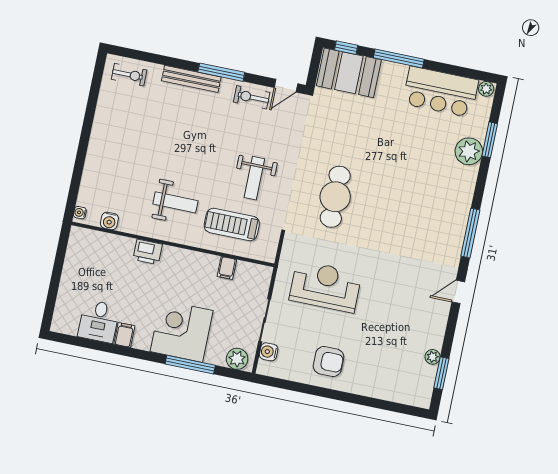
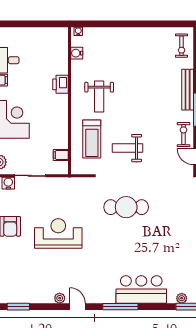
plant: (469, 151) -> (182, 298), width x0.53, depth x0.53
bar counter: (453, 199) -> (141, 290), added
treadmill: (232, 224) -> (92, 139), turned 180
filing cabinet: (227, 268) -> (61, 155), moved
reception desk: (325, 286) -> (58, 233), moved, turned -90
plant: (433, 357) -> (60, 298), moved

